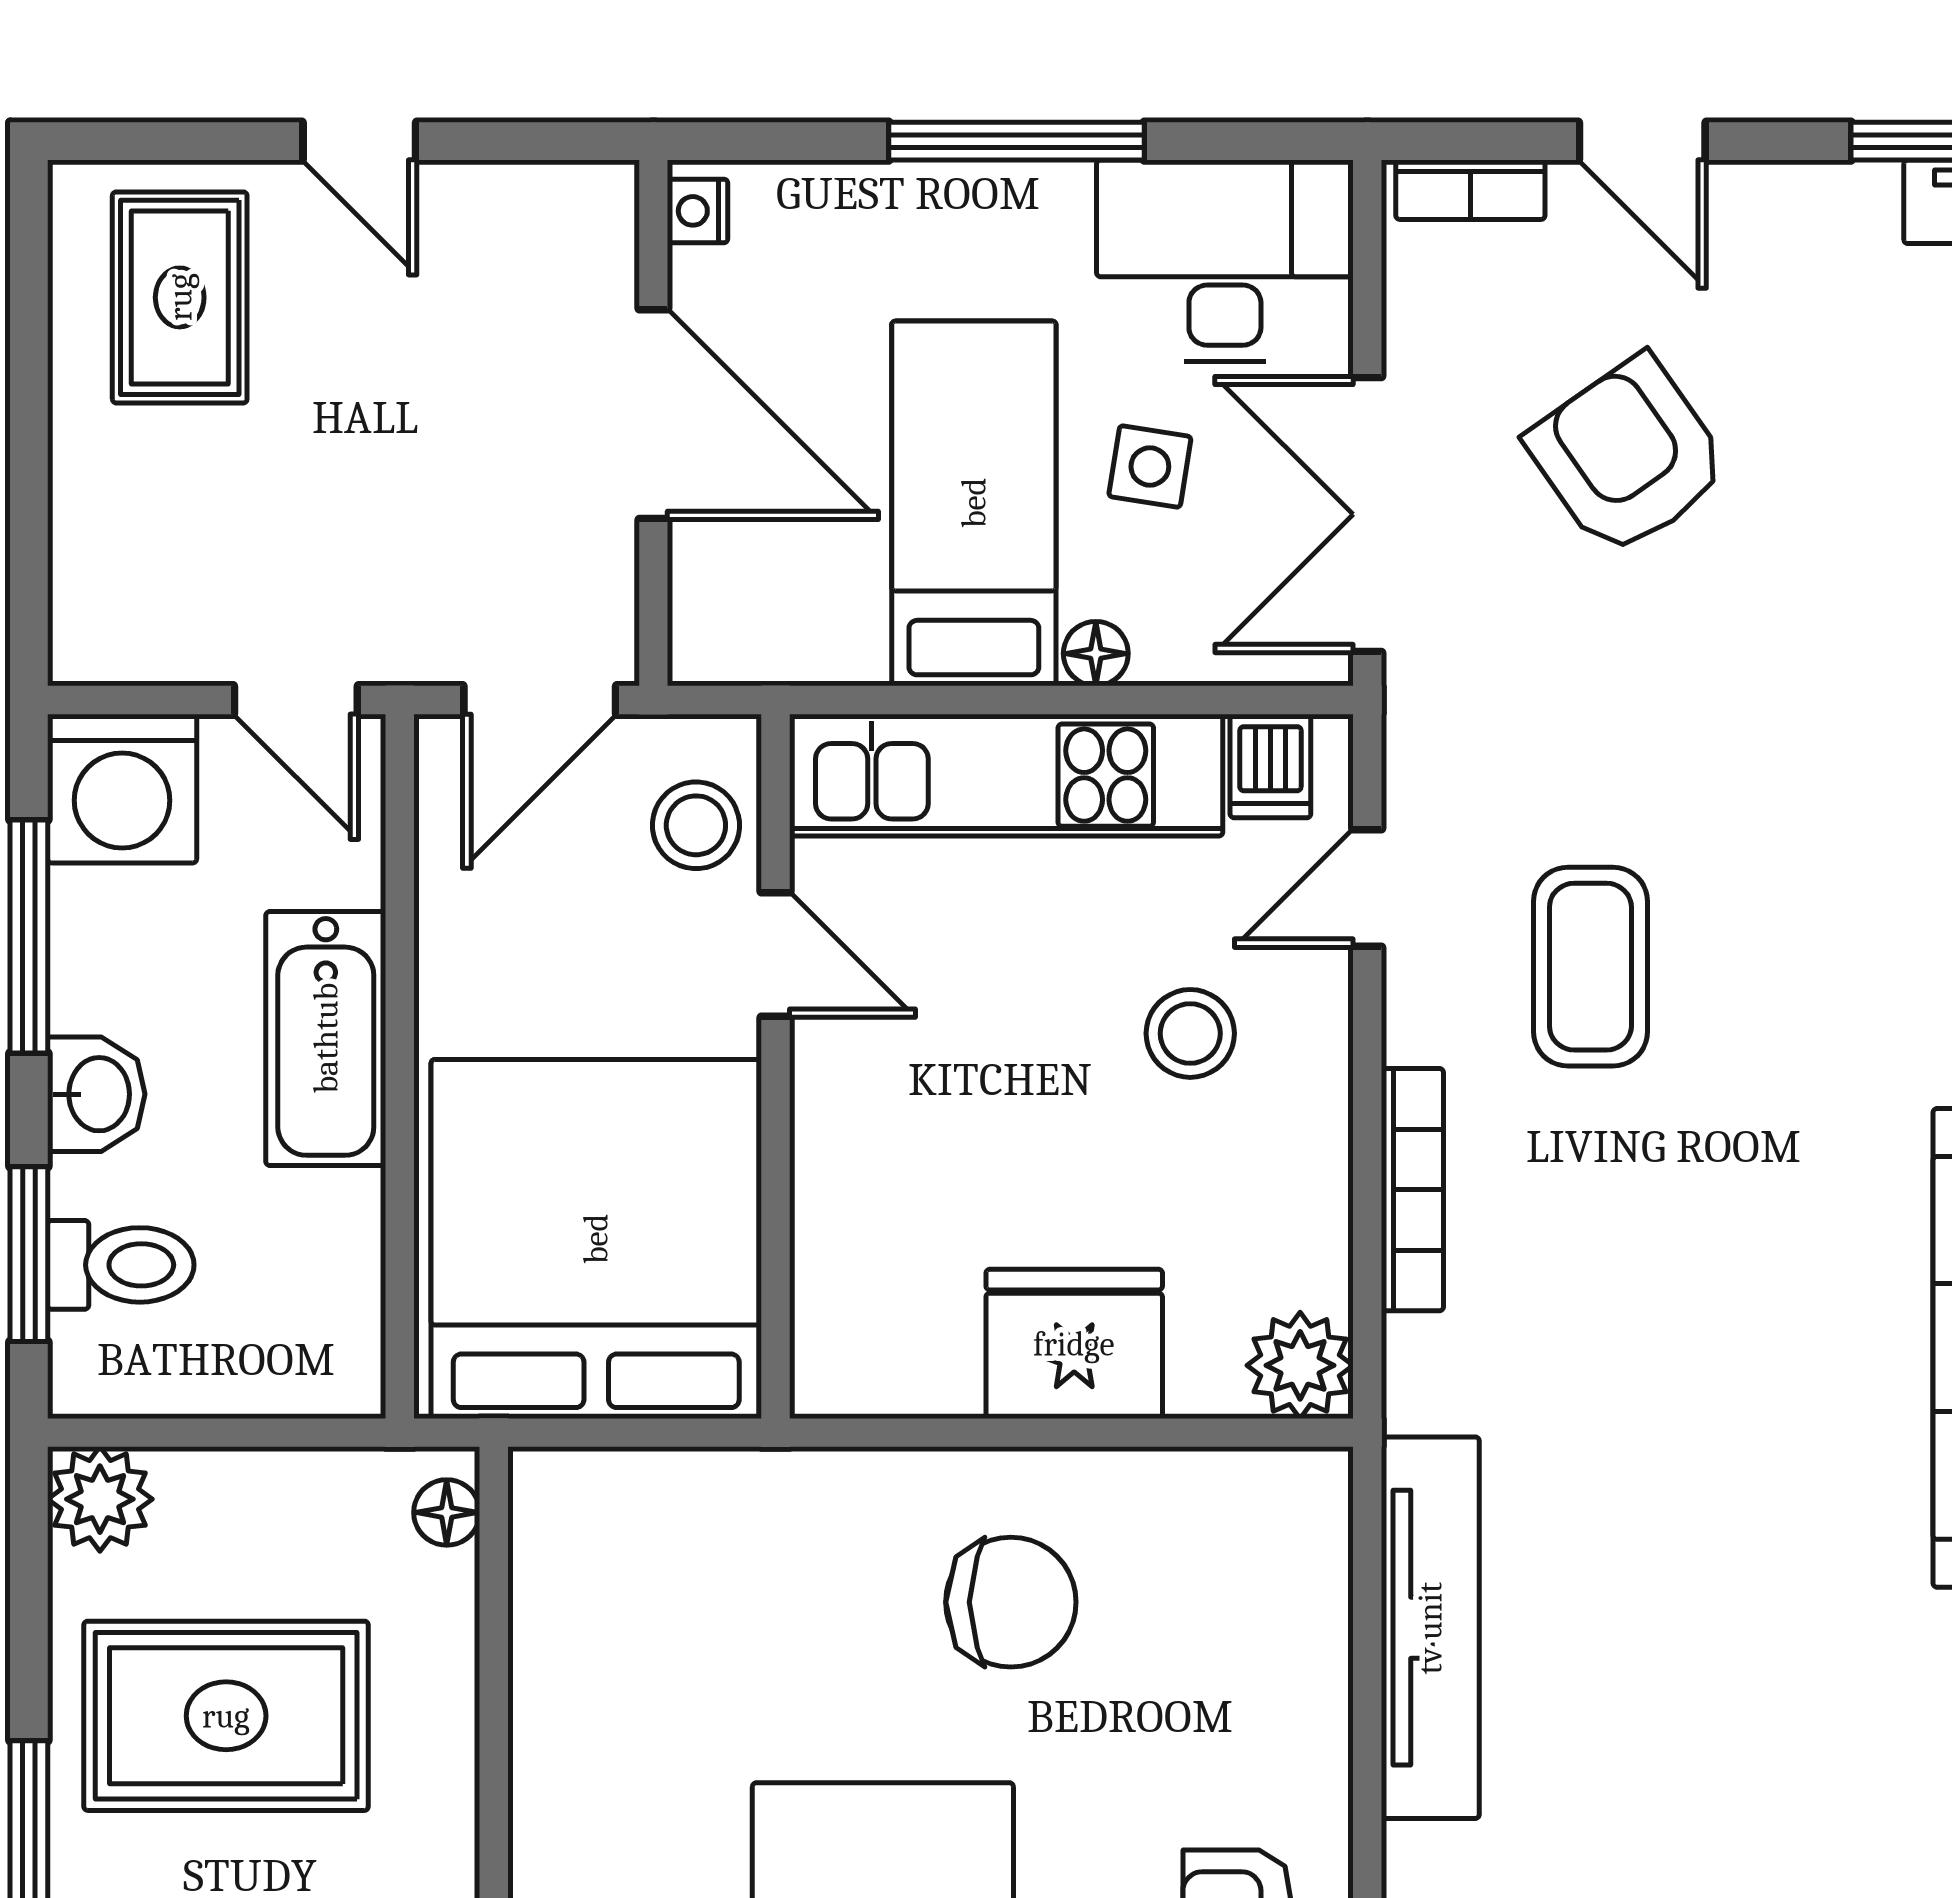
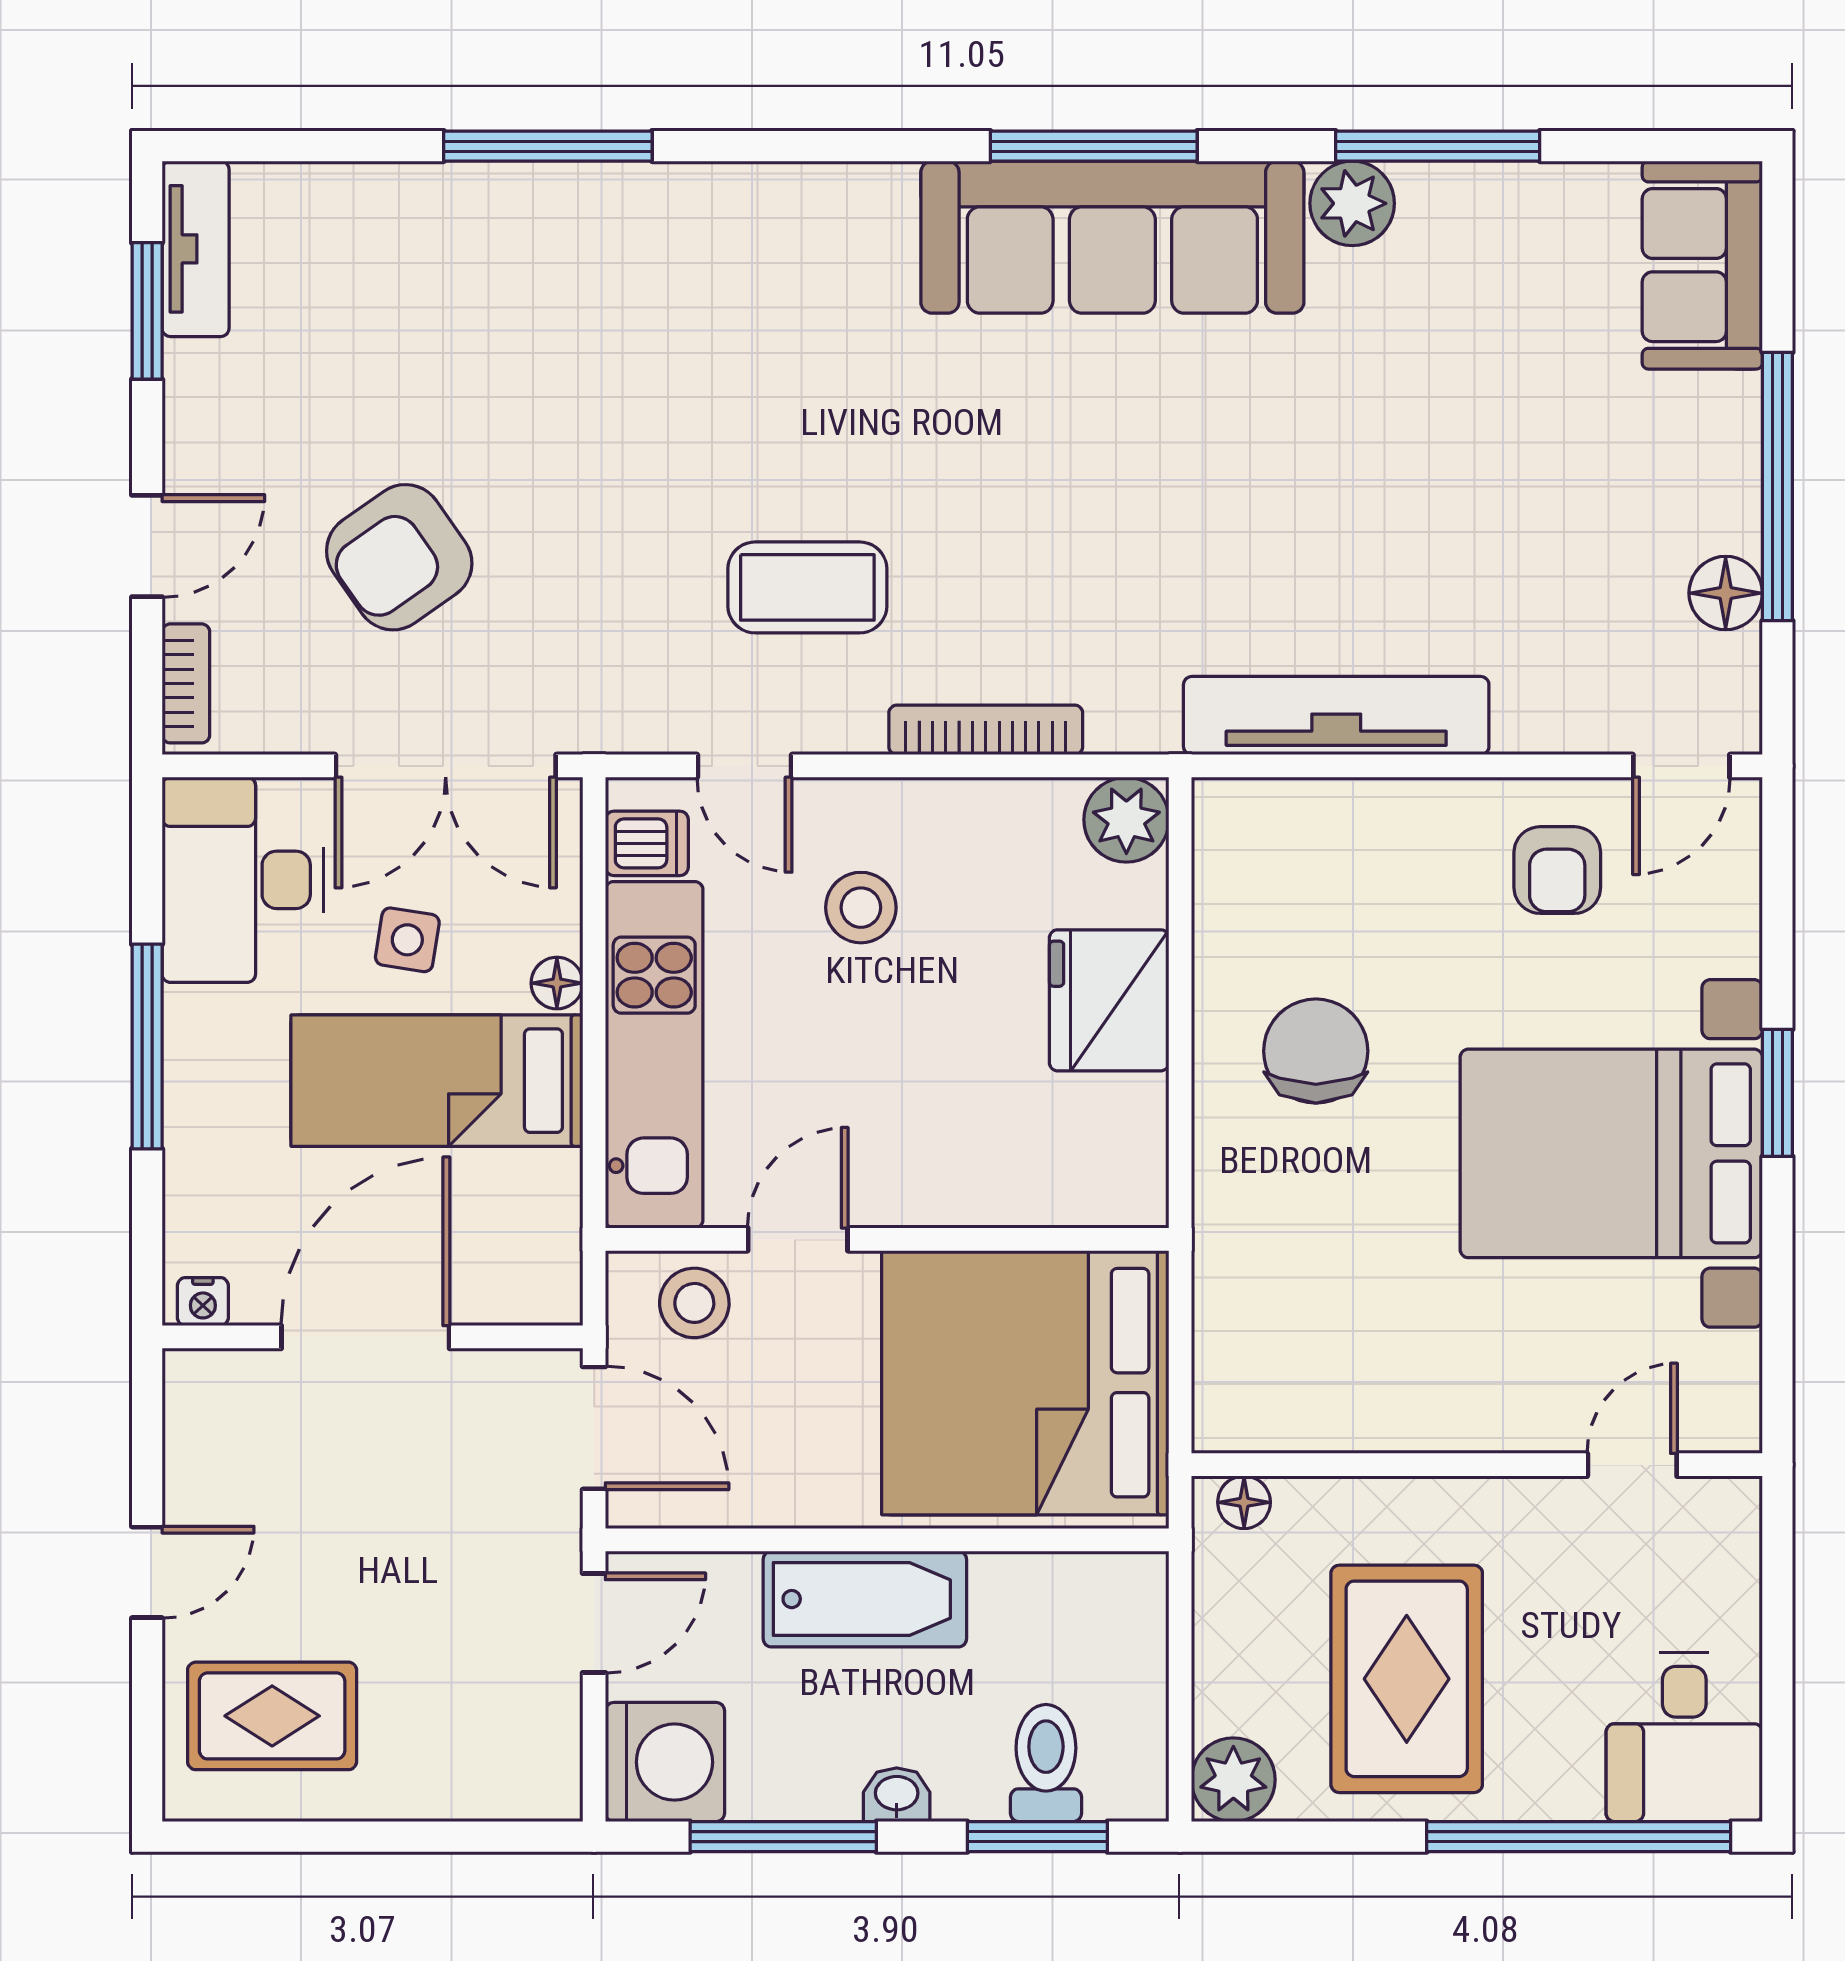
washbasin: (96, 1094) -> (897, 1795), width x0.72, depth x0.69

